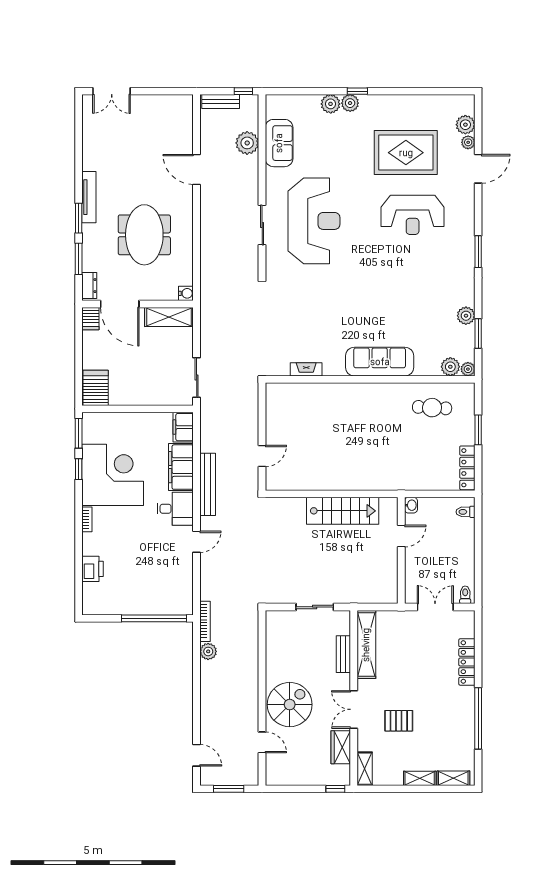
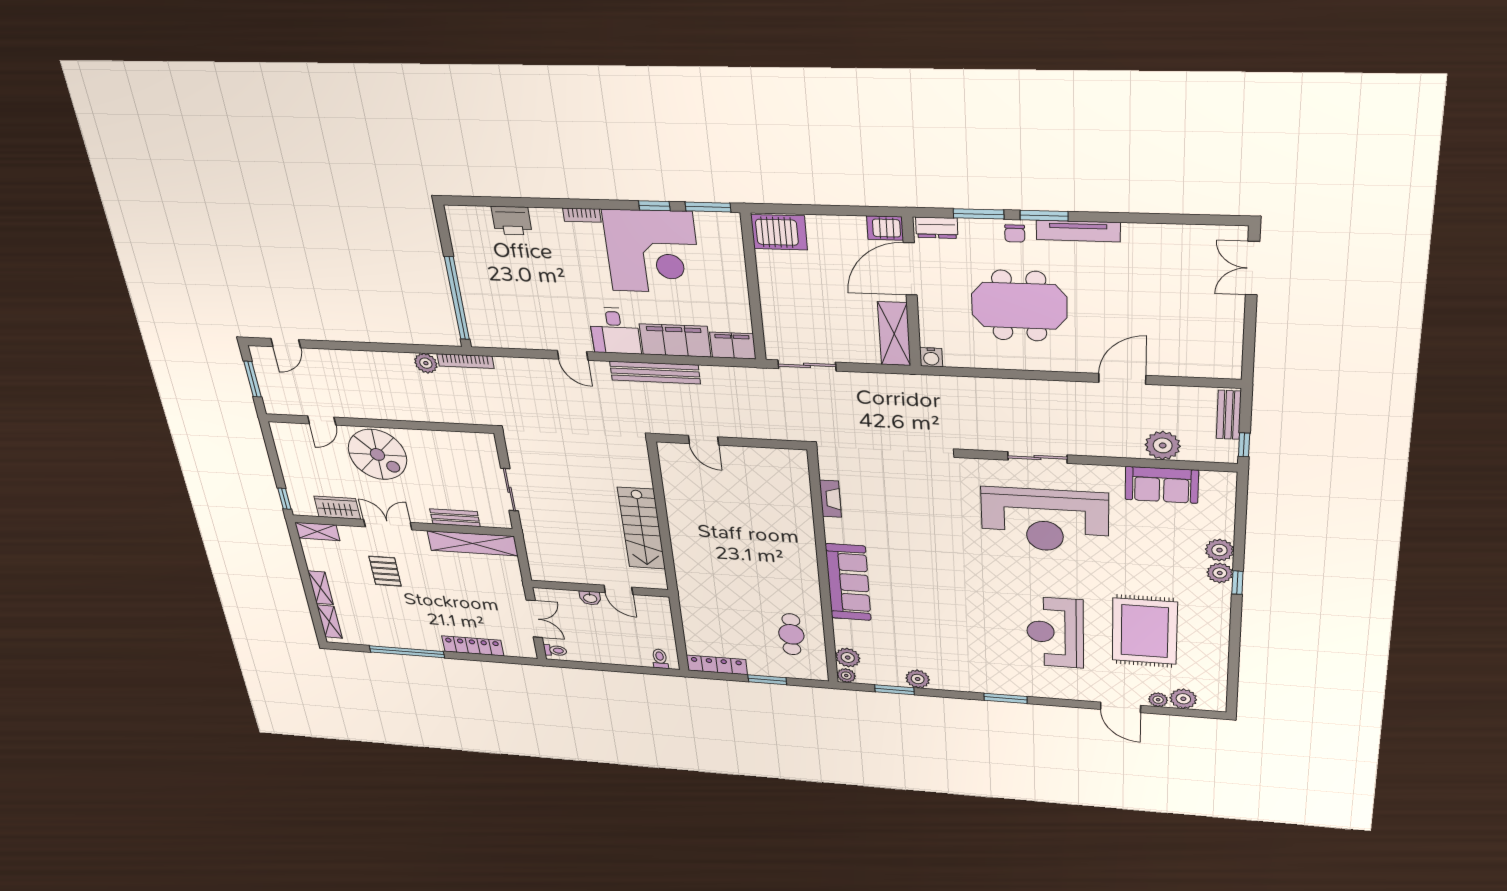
chair: (92, 237) -> (1015, 233), added
washbasin: (411, 505) -> (590, 598), moved

